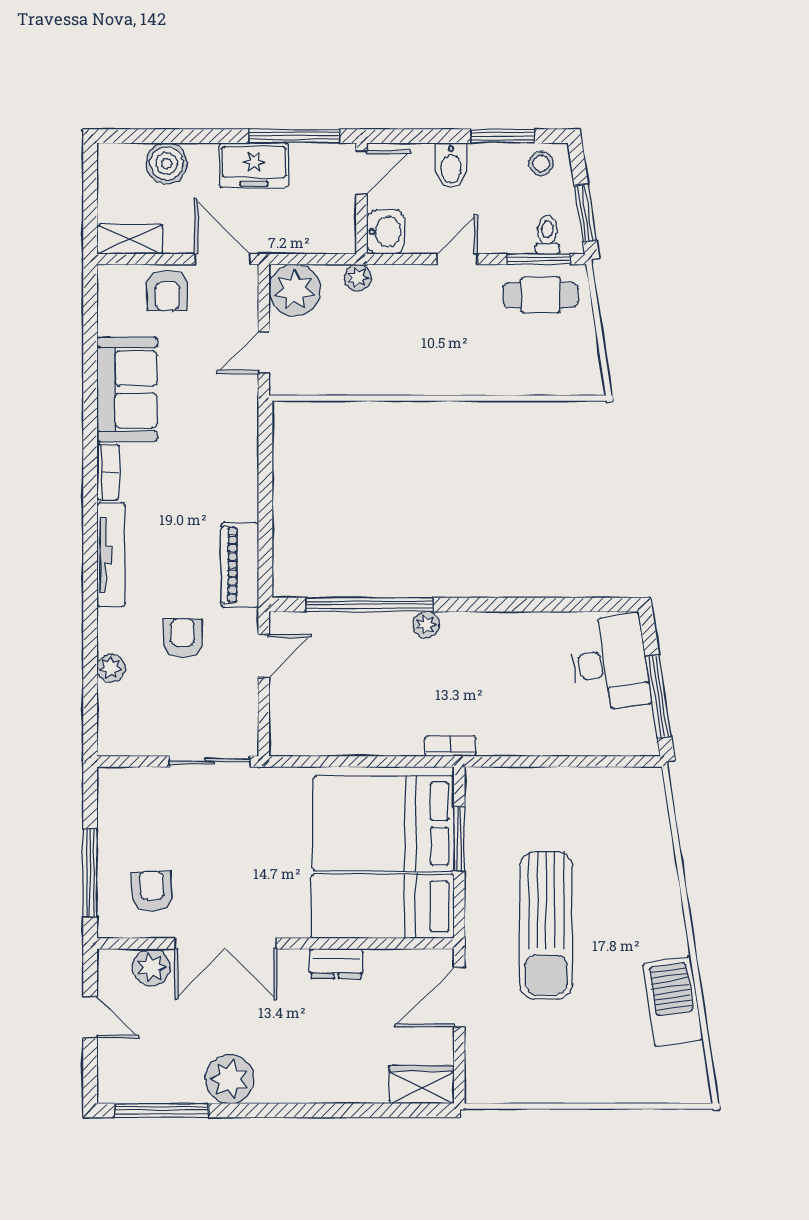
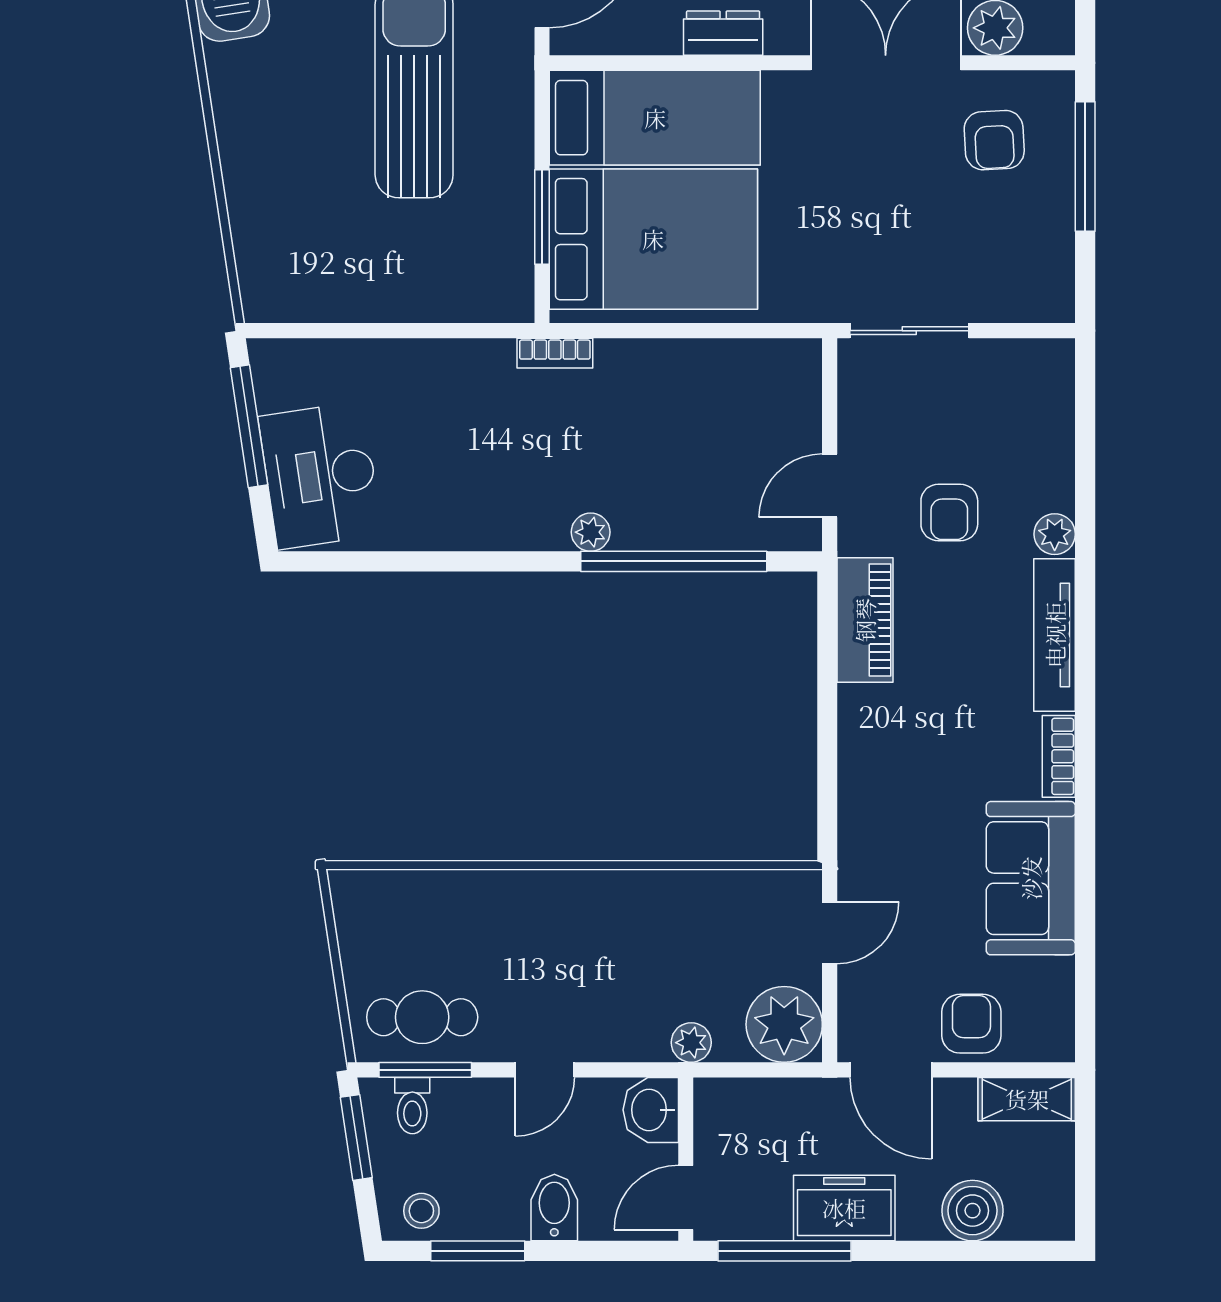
plant: (111, 668) -> (1055, 534), moved

